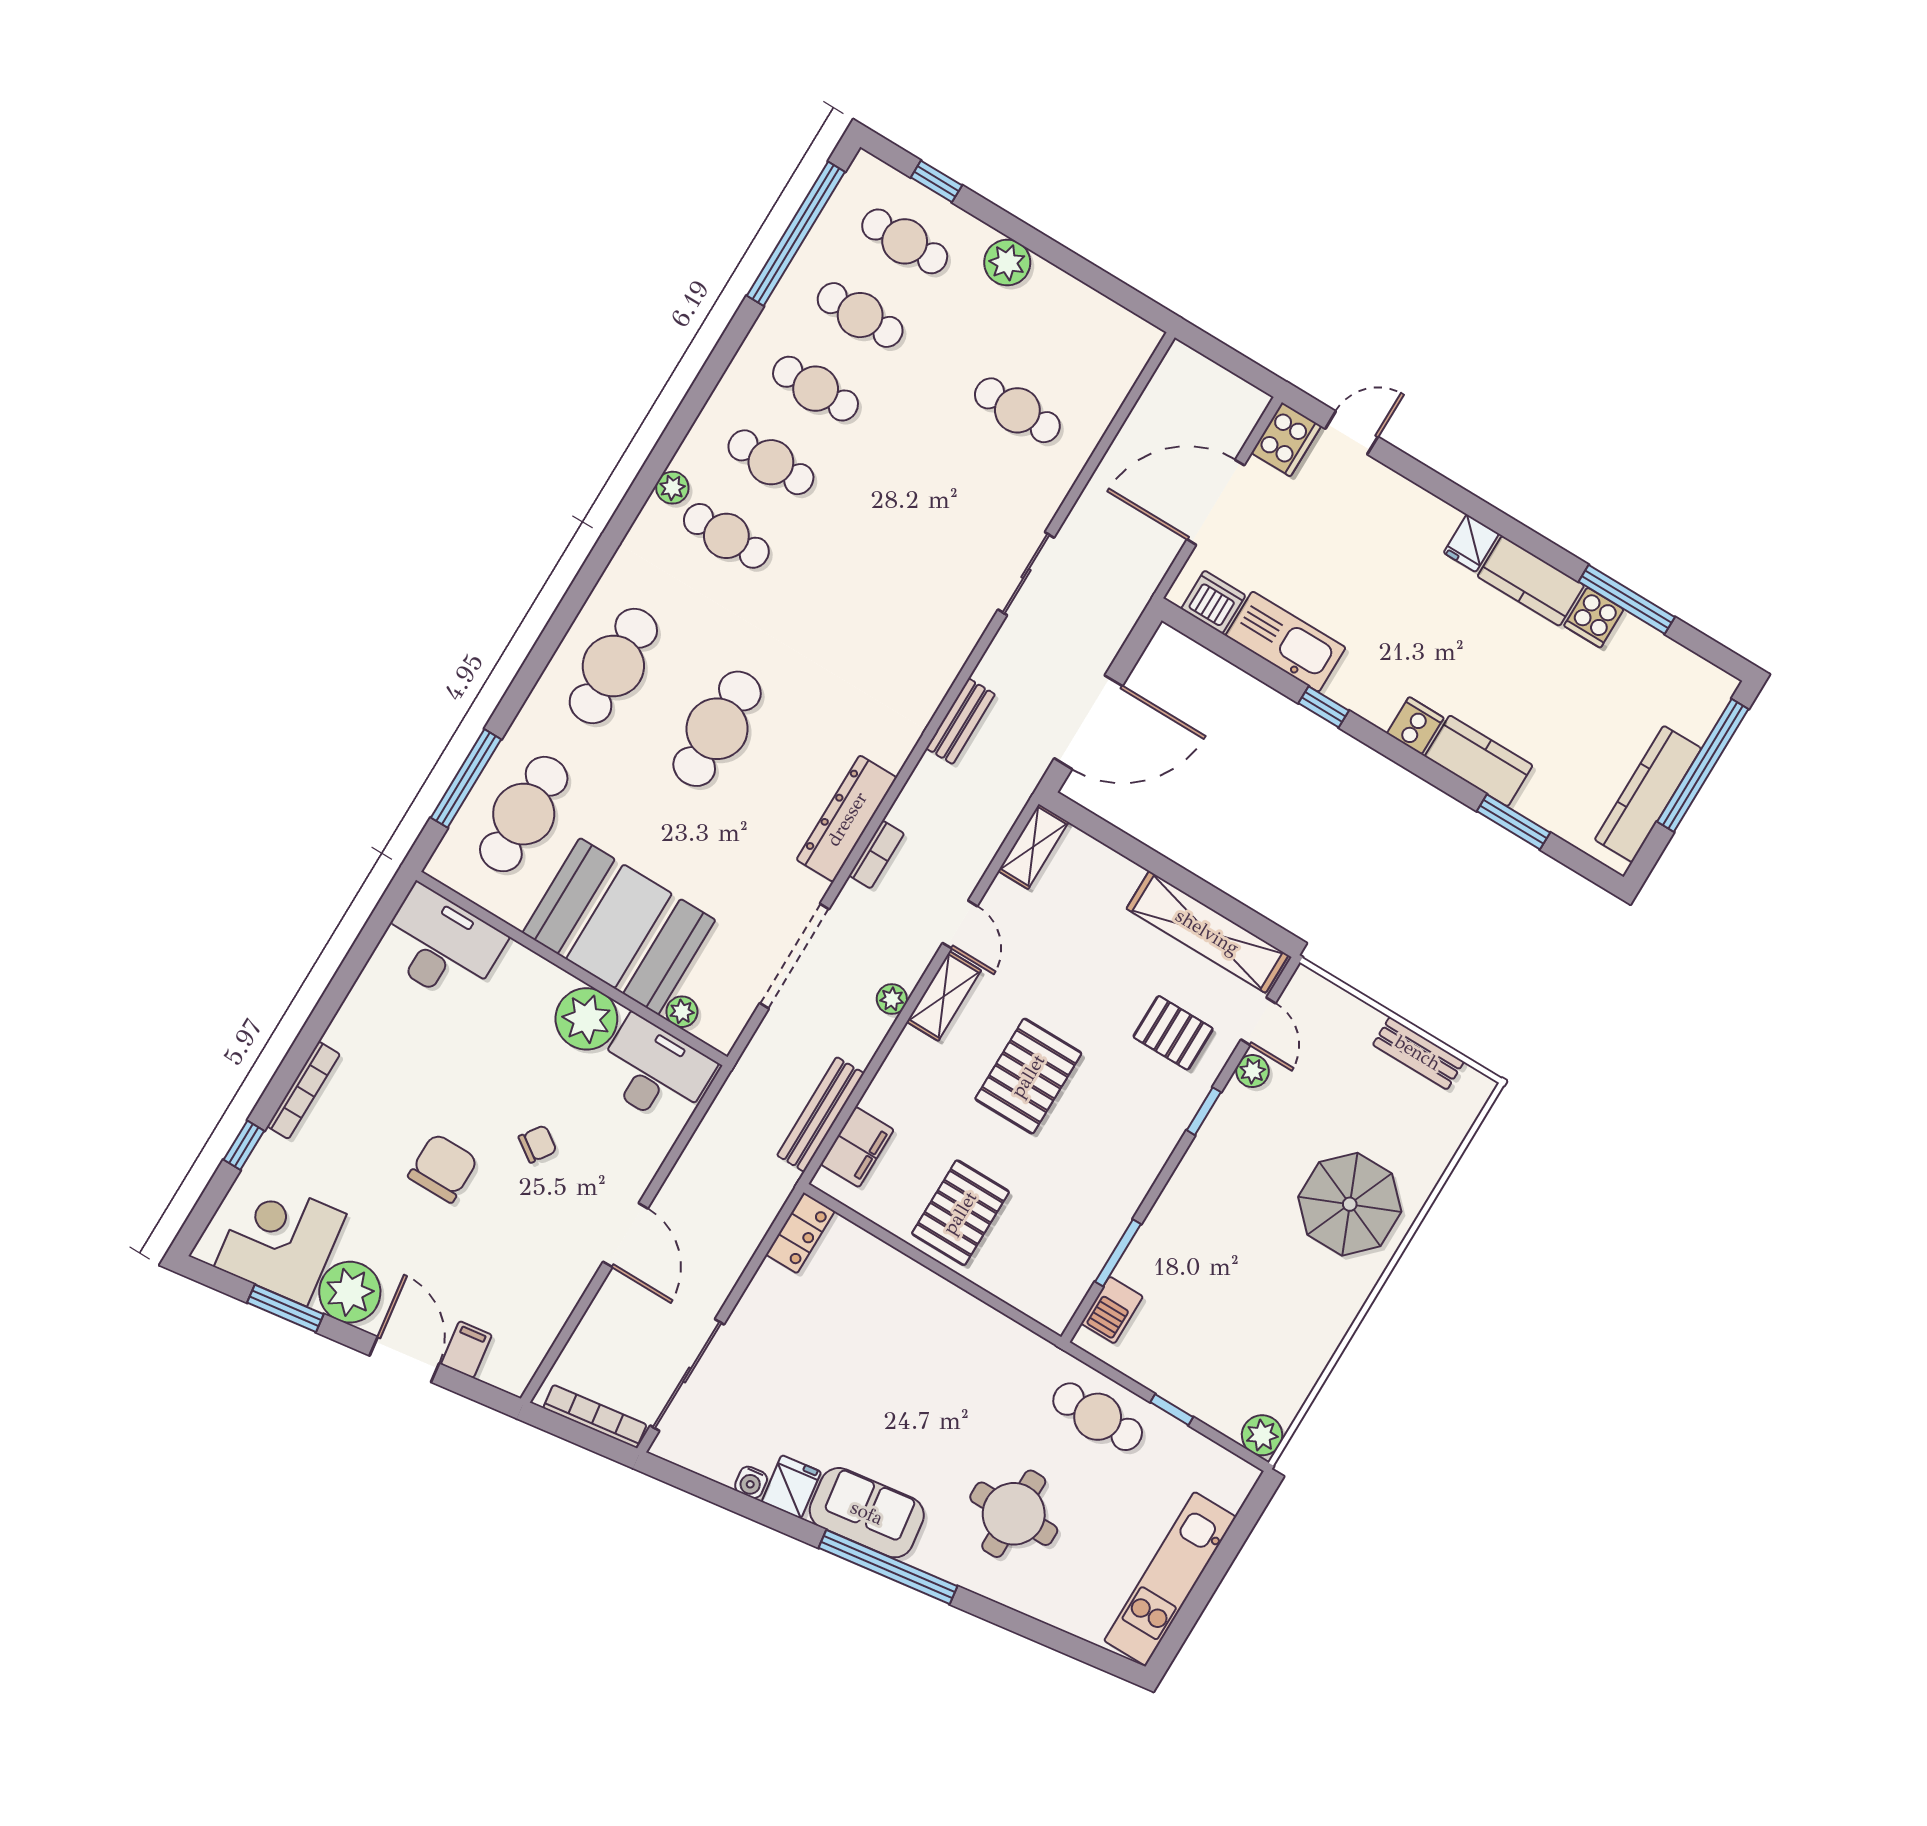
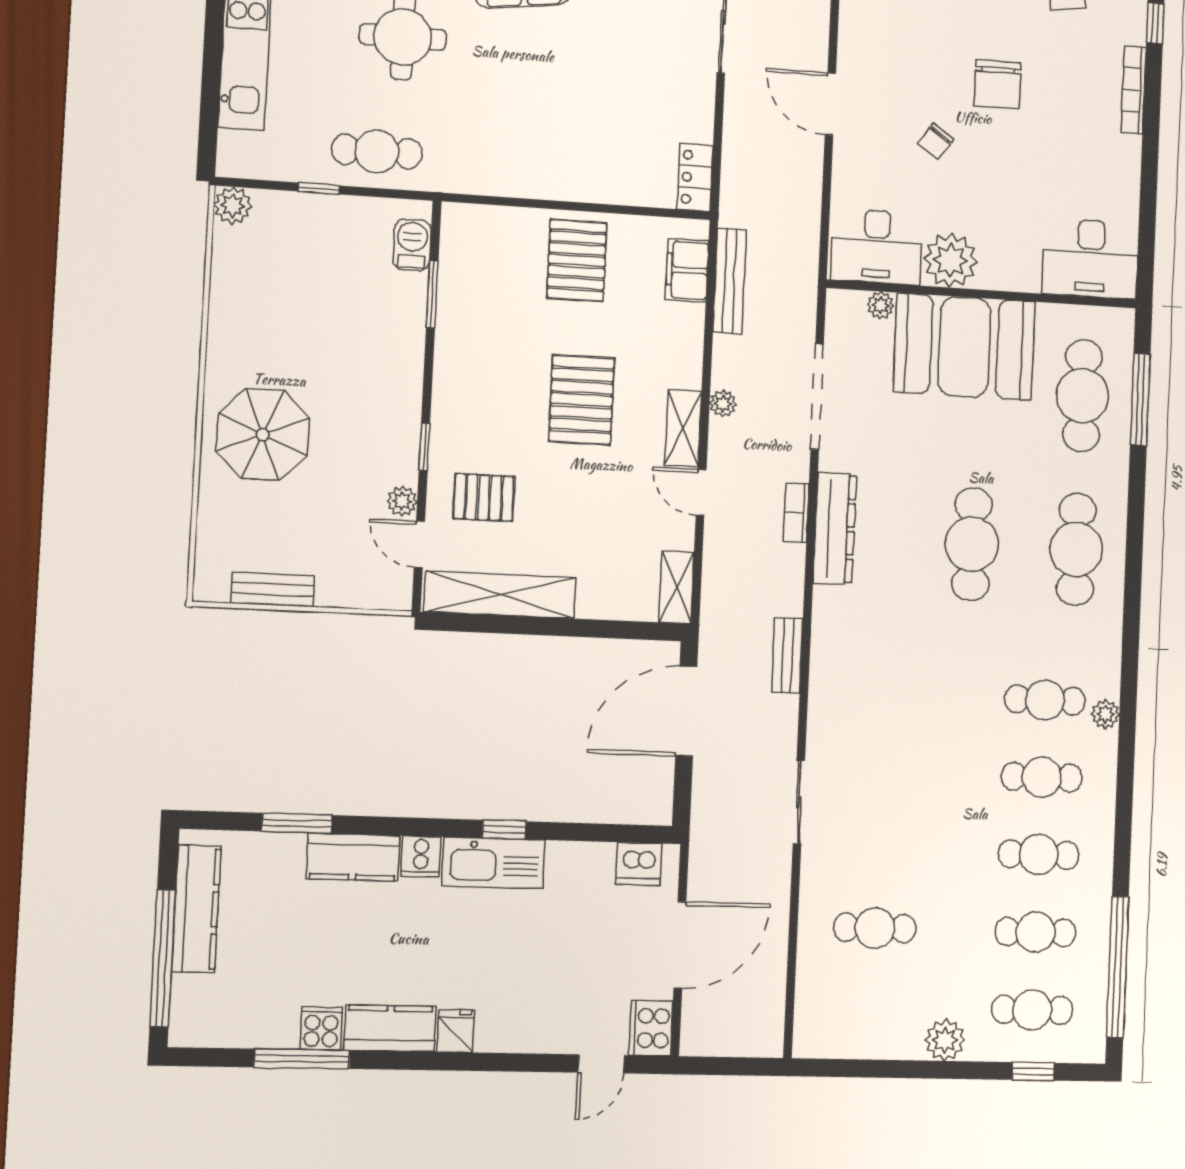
kitchen sink: (1286, 642) -> (494, 863), moved

